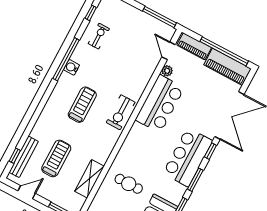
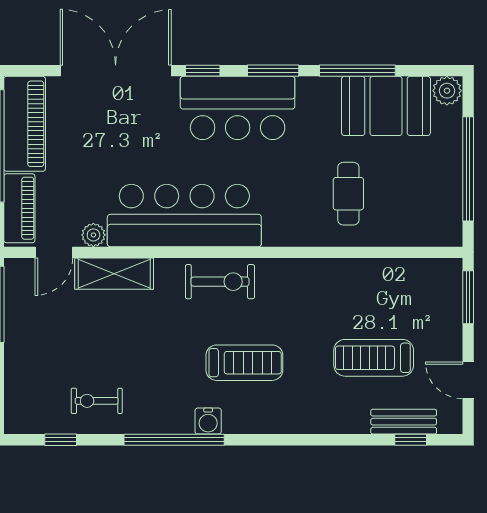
water cooler: (72, 67) -> (208, 421), moved
bar counter: (160, 104) -> (184, 215), width x1.36
treadmill: (82, 105) -> (244, 363), turned 180
bench: (24, 157) -> (404, 422), width x0.73
shelving: (89, 179) -> (114, 274), moved

